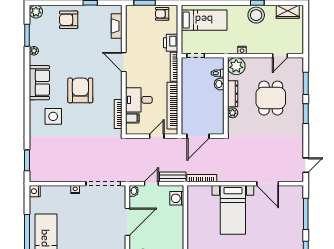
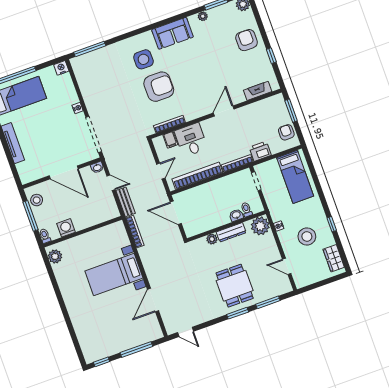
stool: (256, 15) -> (307, 236), moved
armchair: (80, 90) -> (159, 87), moved
dining table: (271, 98) -> (235, 286), moved, turned 90
door: (157, 136) -> (161, 171), hinge flipped
window: (27, 160) -> (90, 49), width x1.44
washing machine: (177, 198) -> (66, 228), moved

